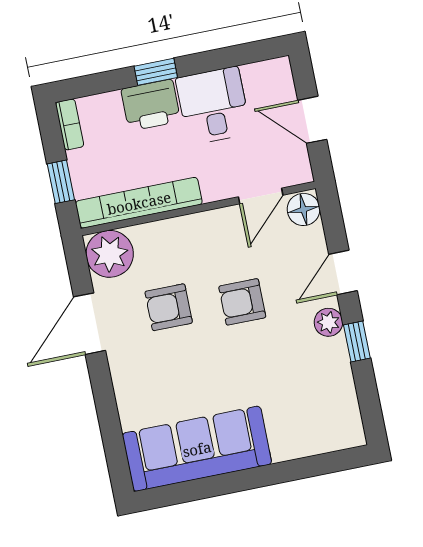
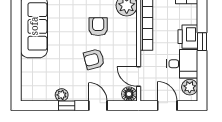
plant: (261, 79) -> (190, 87), added
door: (312, 120) -> (167, 106), hinge flipped
armchair: (242, 302) -> (94, 59), turned -105
plant: (328, 322) -> (62, 95), moved

